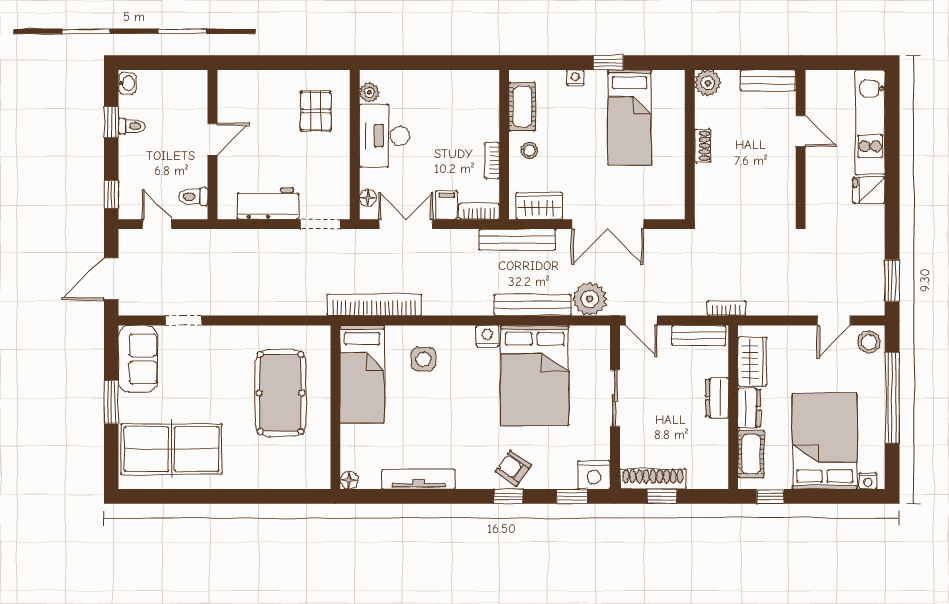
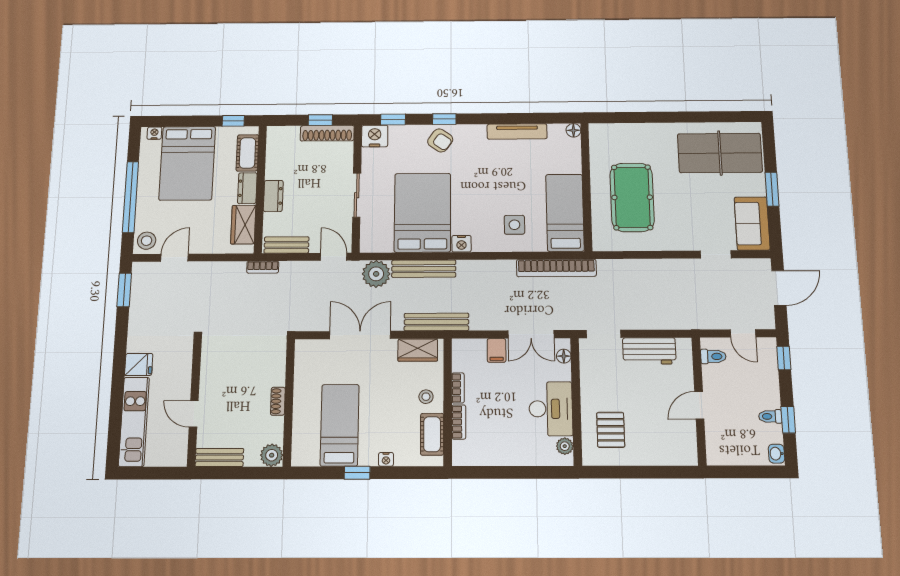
bookcase: (479, 211) -> (459, 422), moved, turned -90

